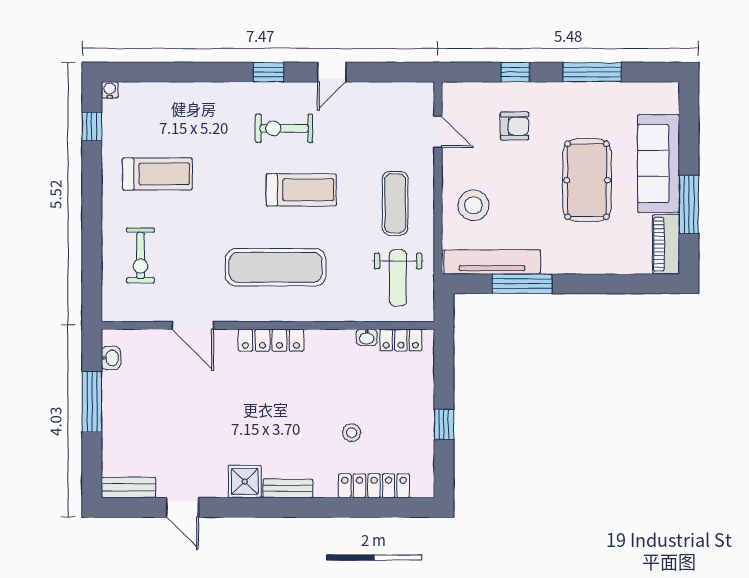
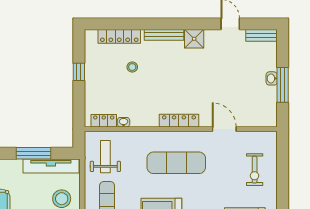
exercise bike: (140, 256) -> (255, 170), turned 180
washbasin: (111, 358) -> (272, 78), moved
bench: (288, 488) -> (164, 35), width x1.36

